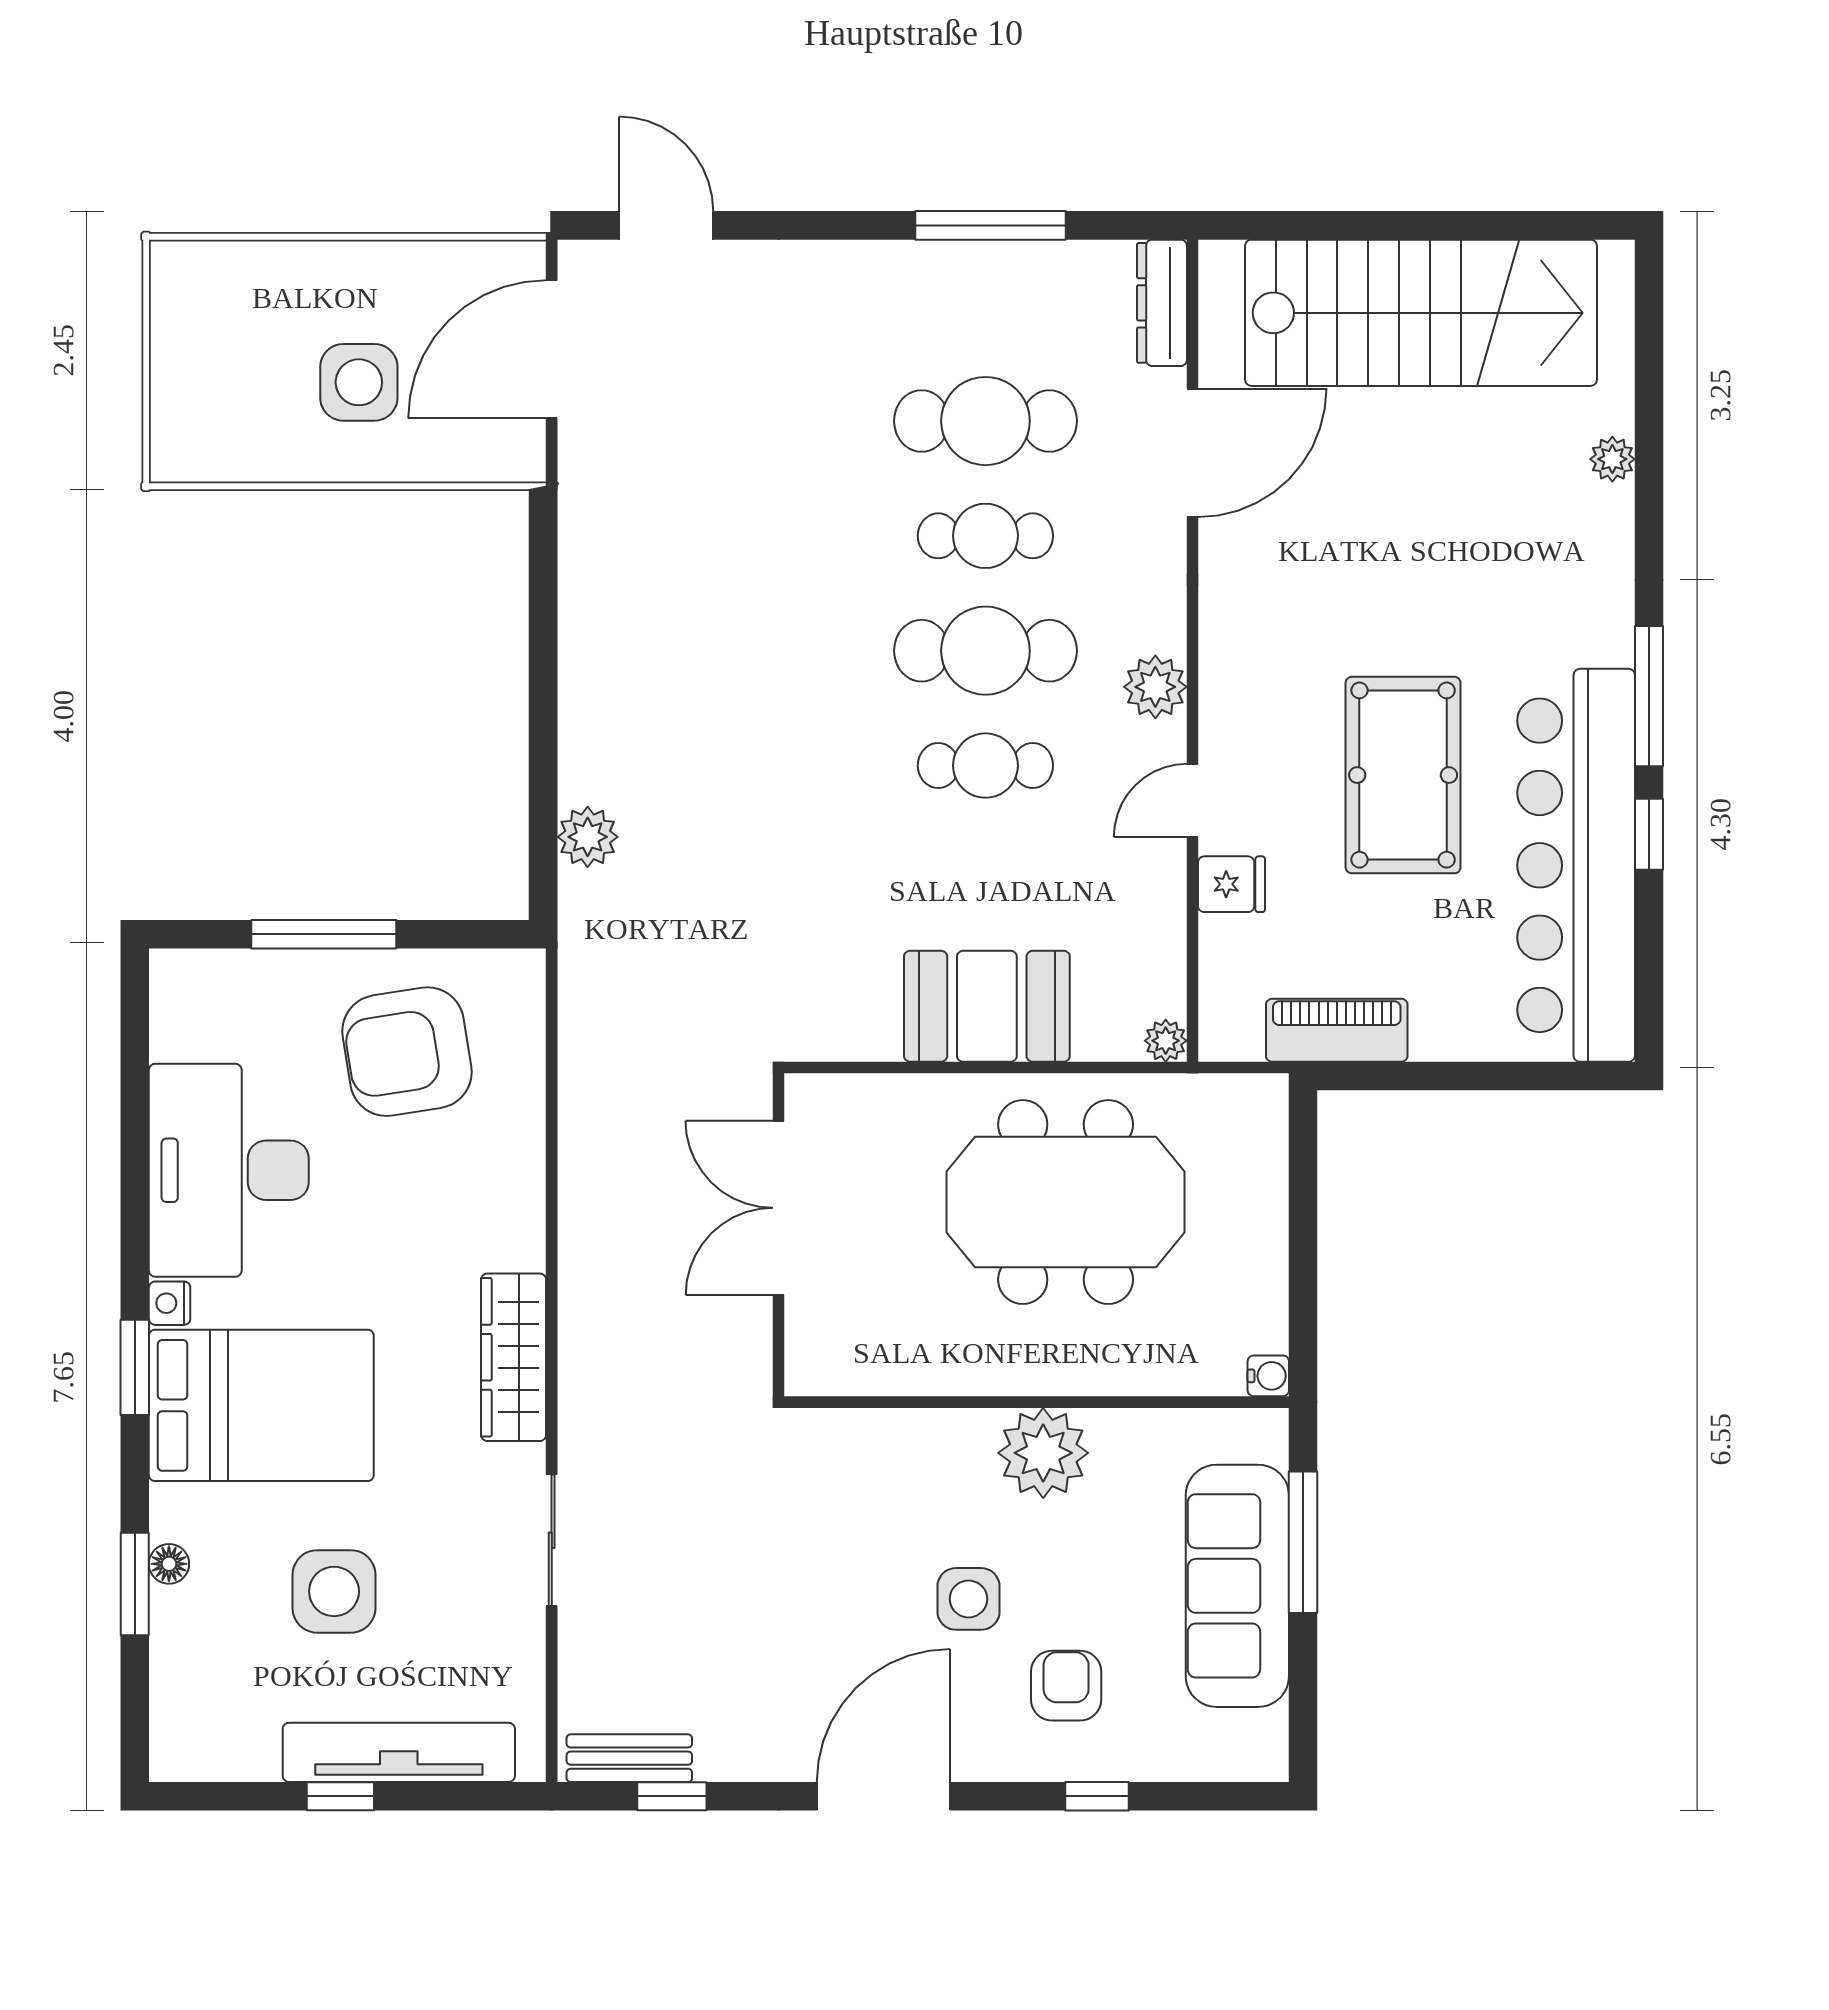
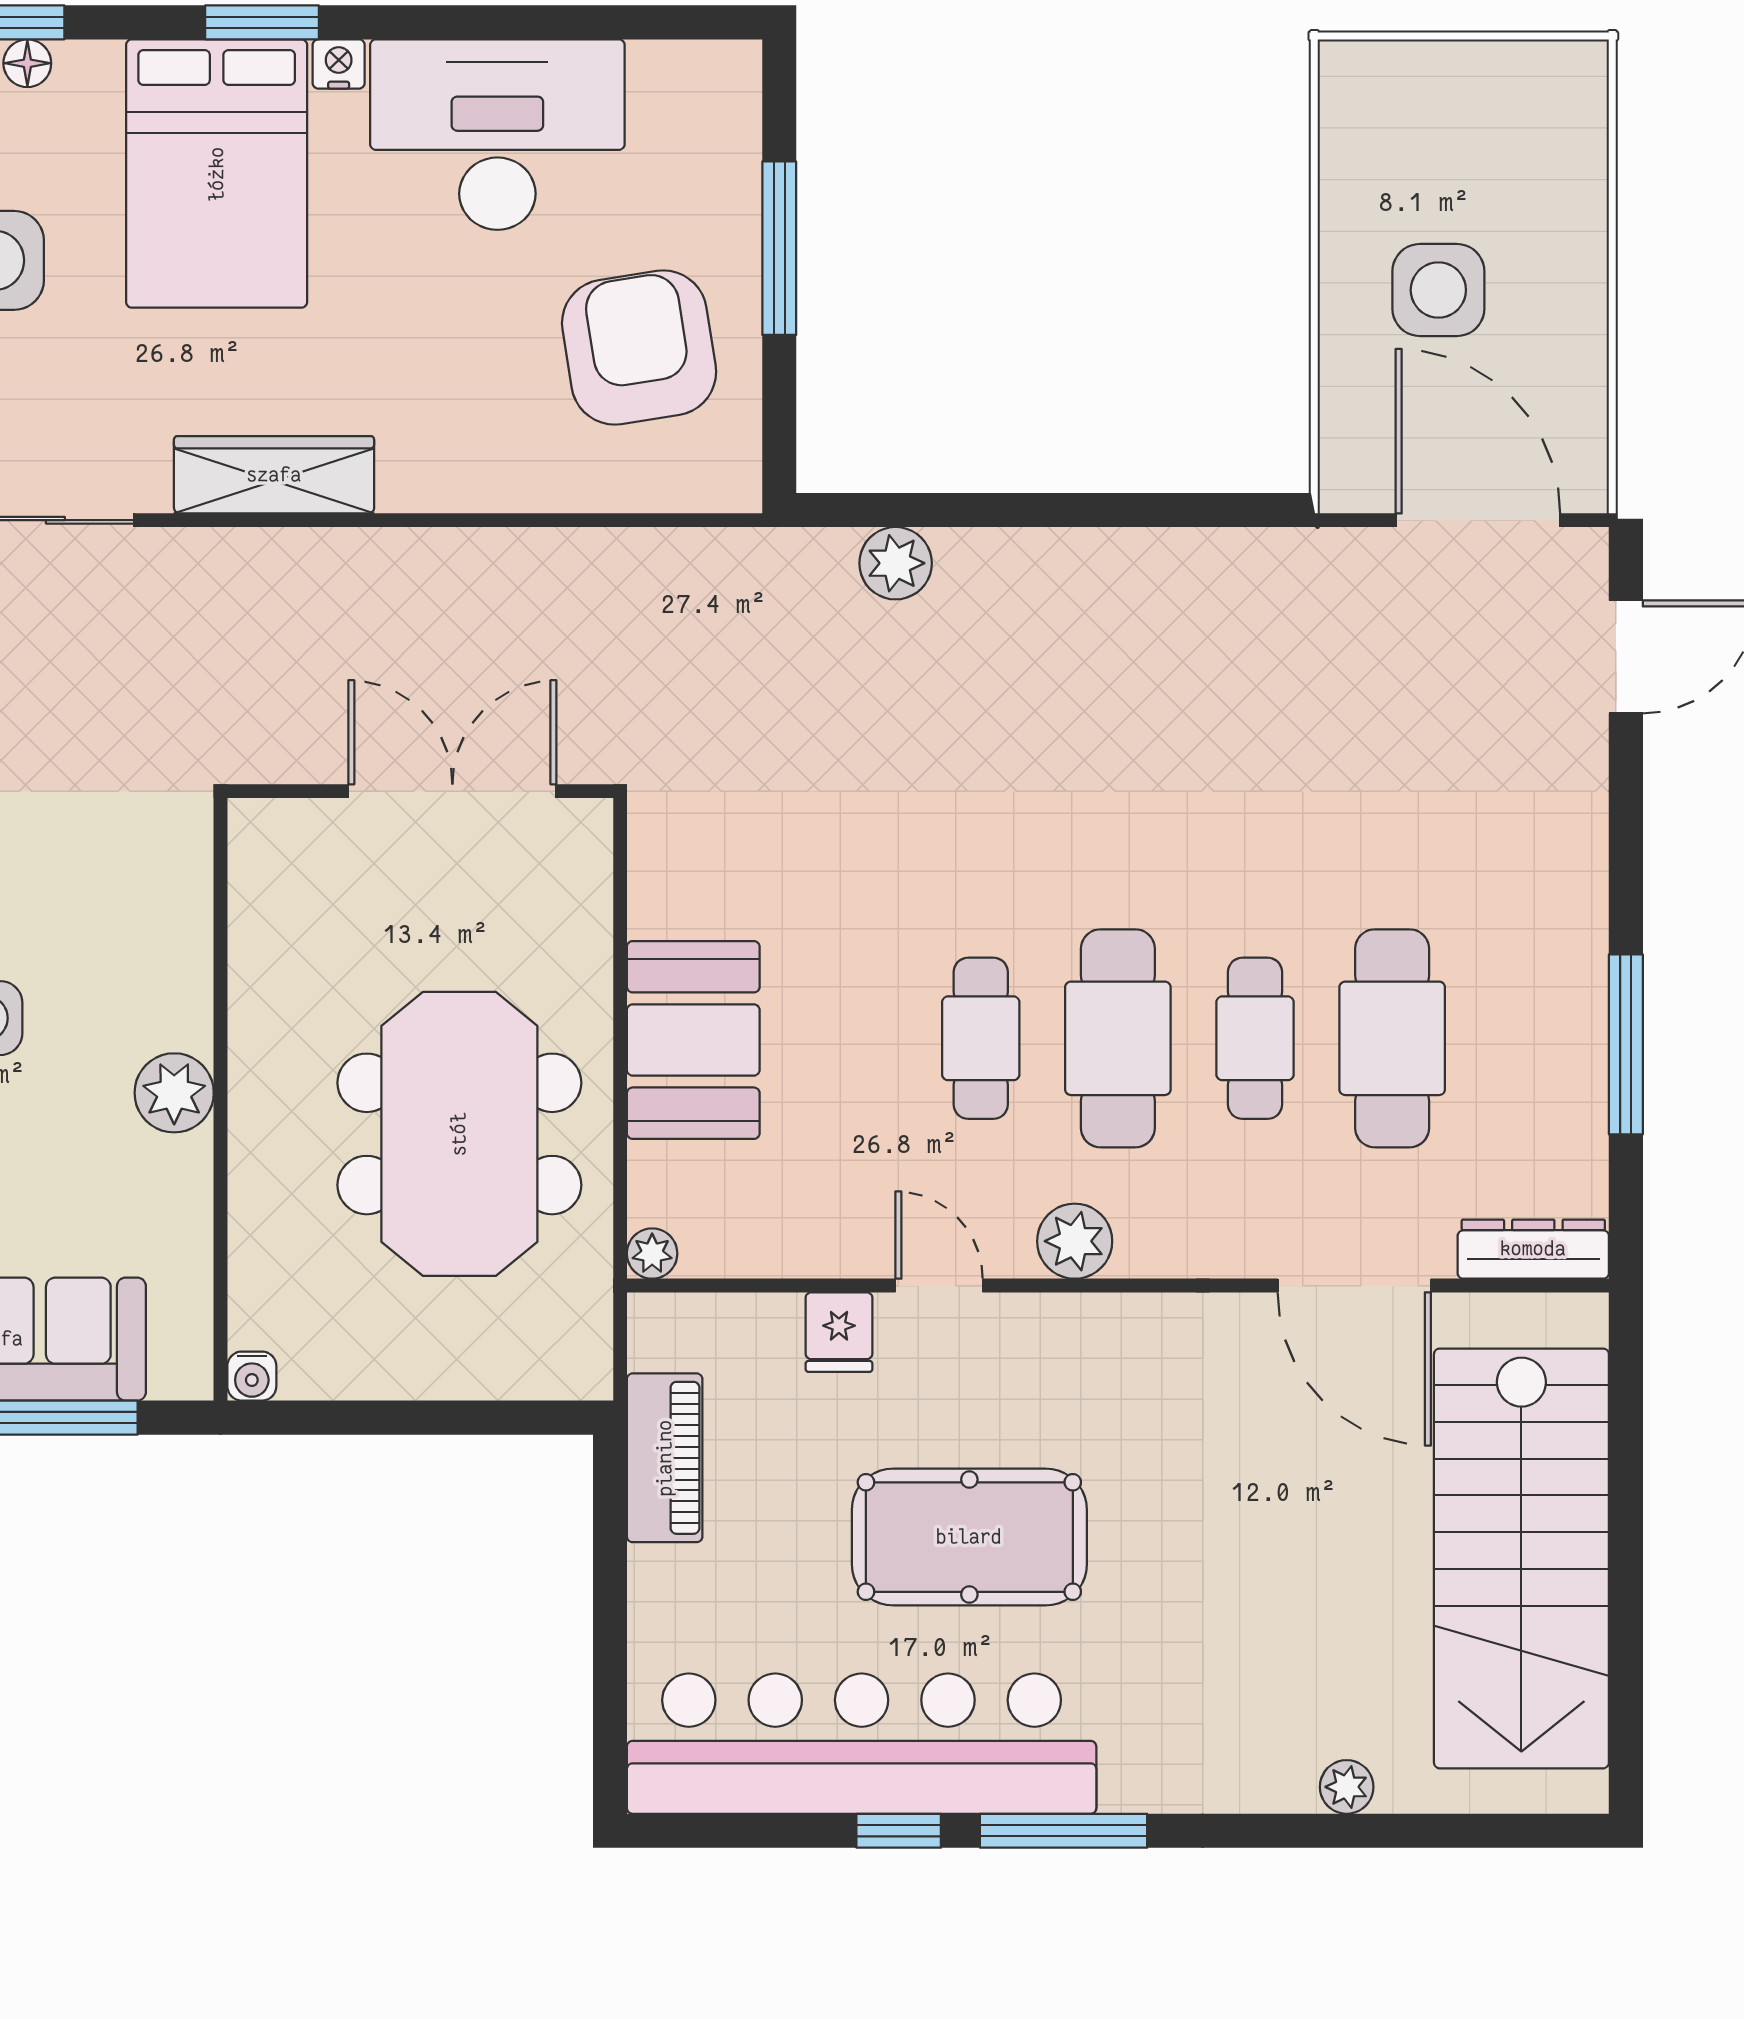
plant: (1043, 1453) -> (174, 1093), width x0.73, depth x0.73

